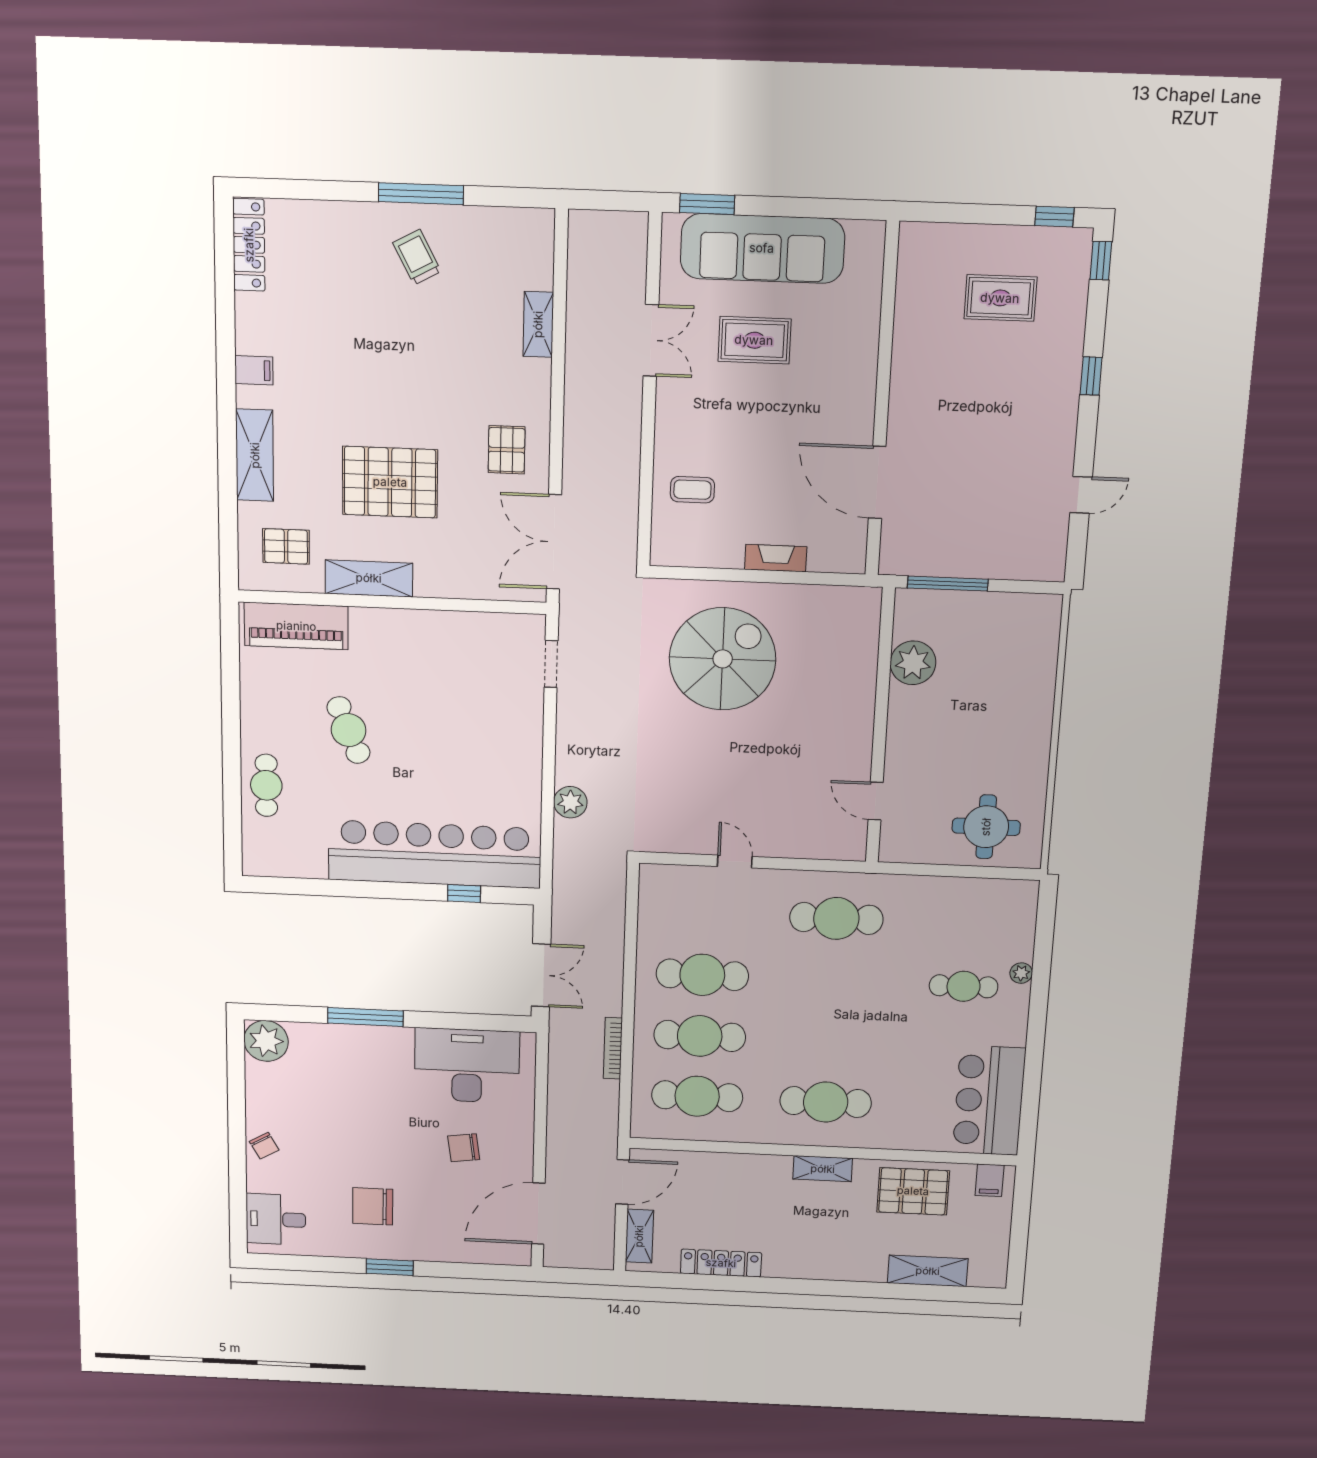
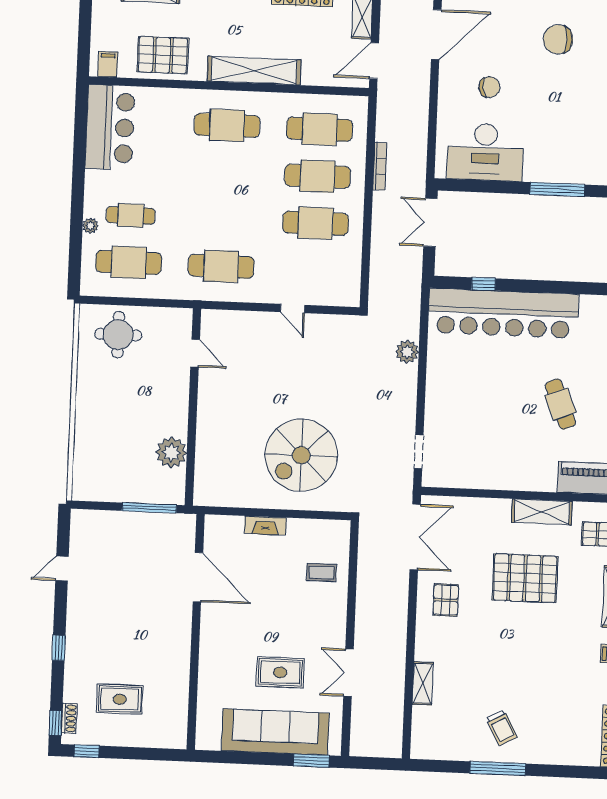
shoe rack: (1079, 268) -> (69, 718), added
cafe table: (968, 924) -> (129, 262), added
shelving: (823, 1169) -> (254, 71), width x2.20, depth x1.33
chair: (373, 1206) -> (558, 39), turned 180

